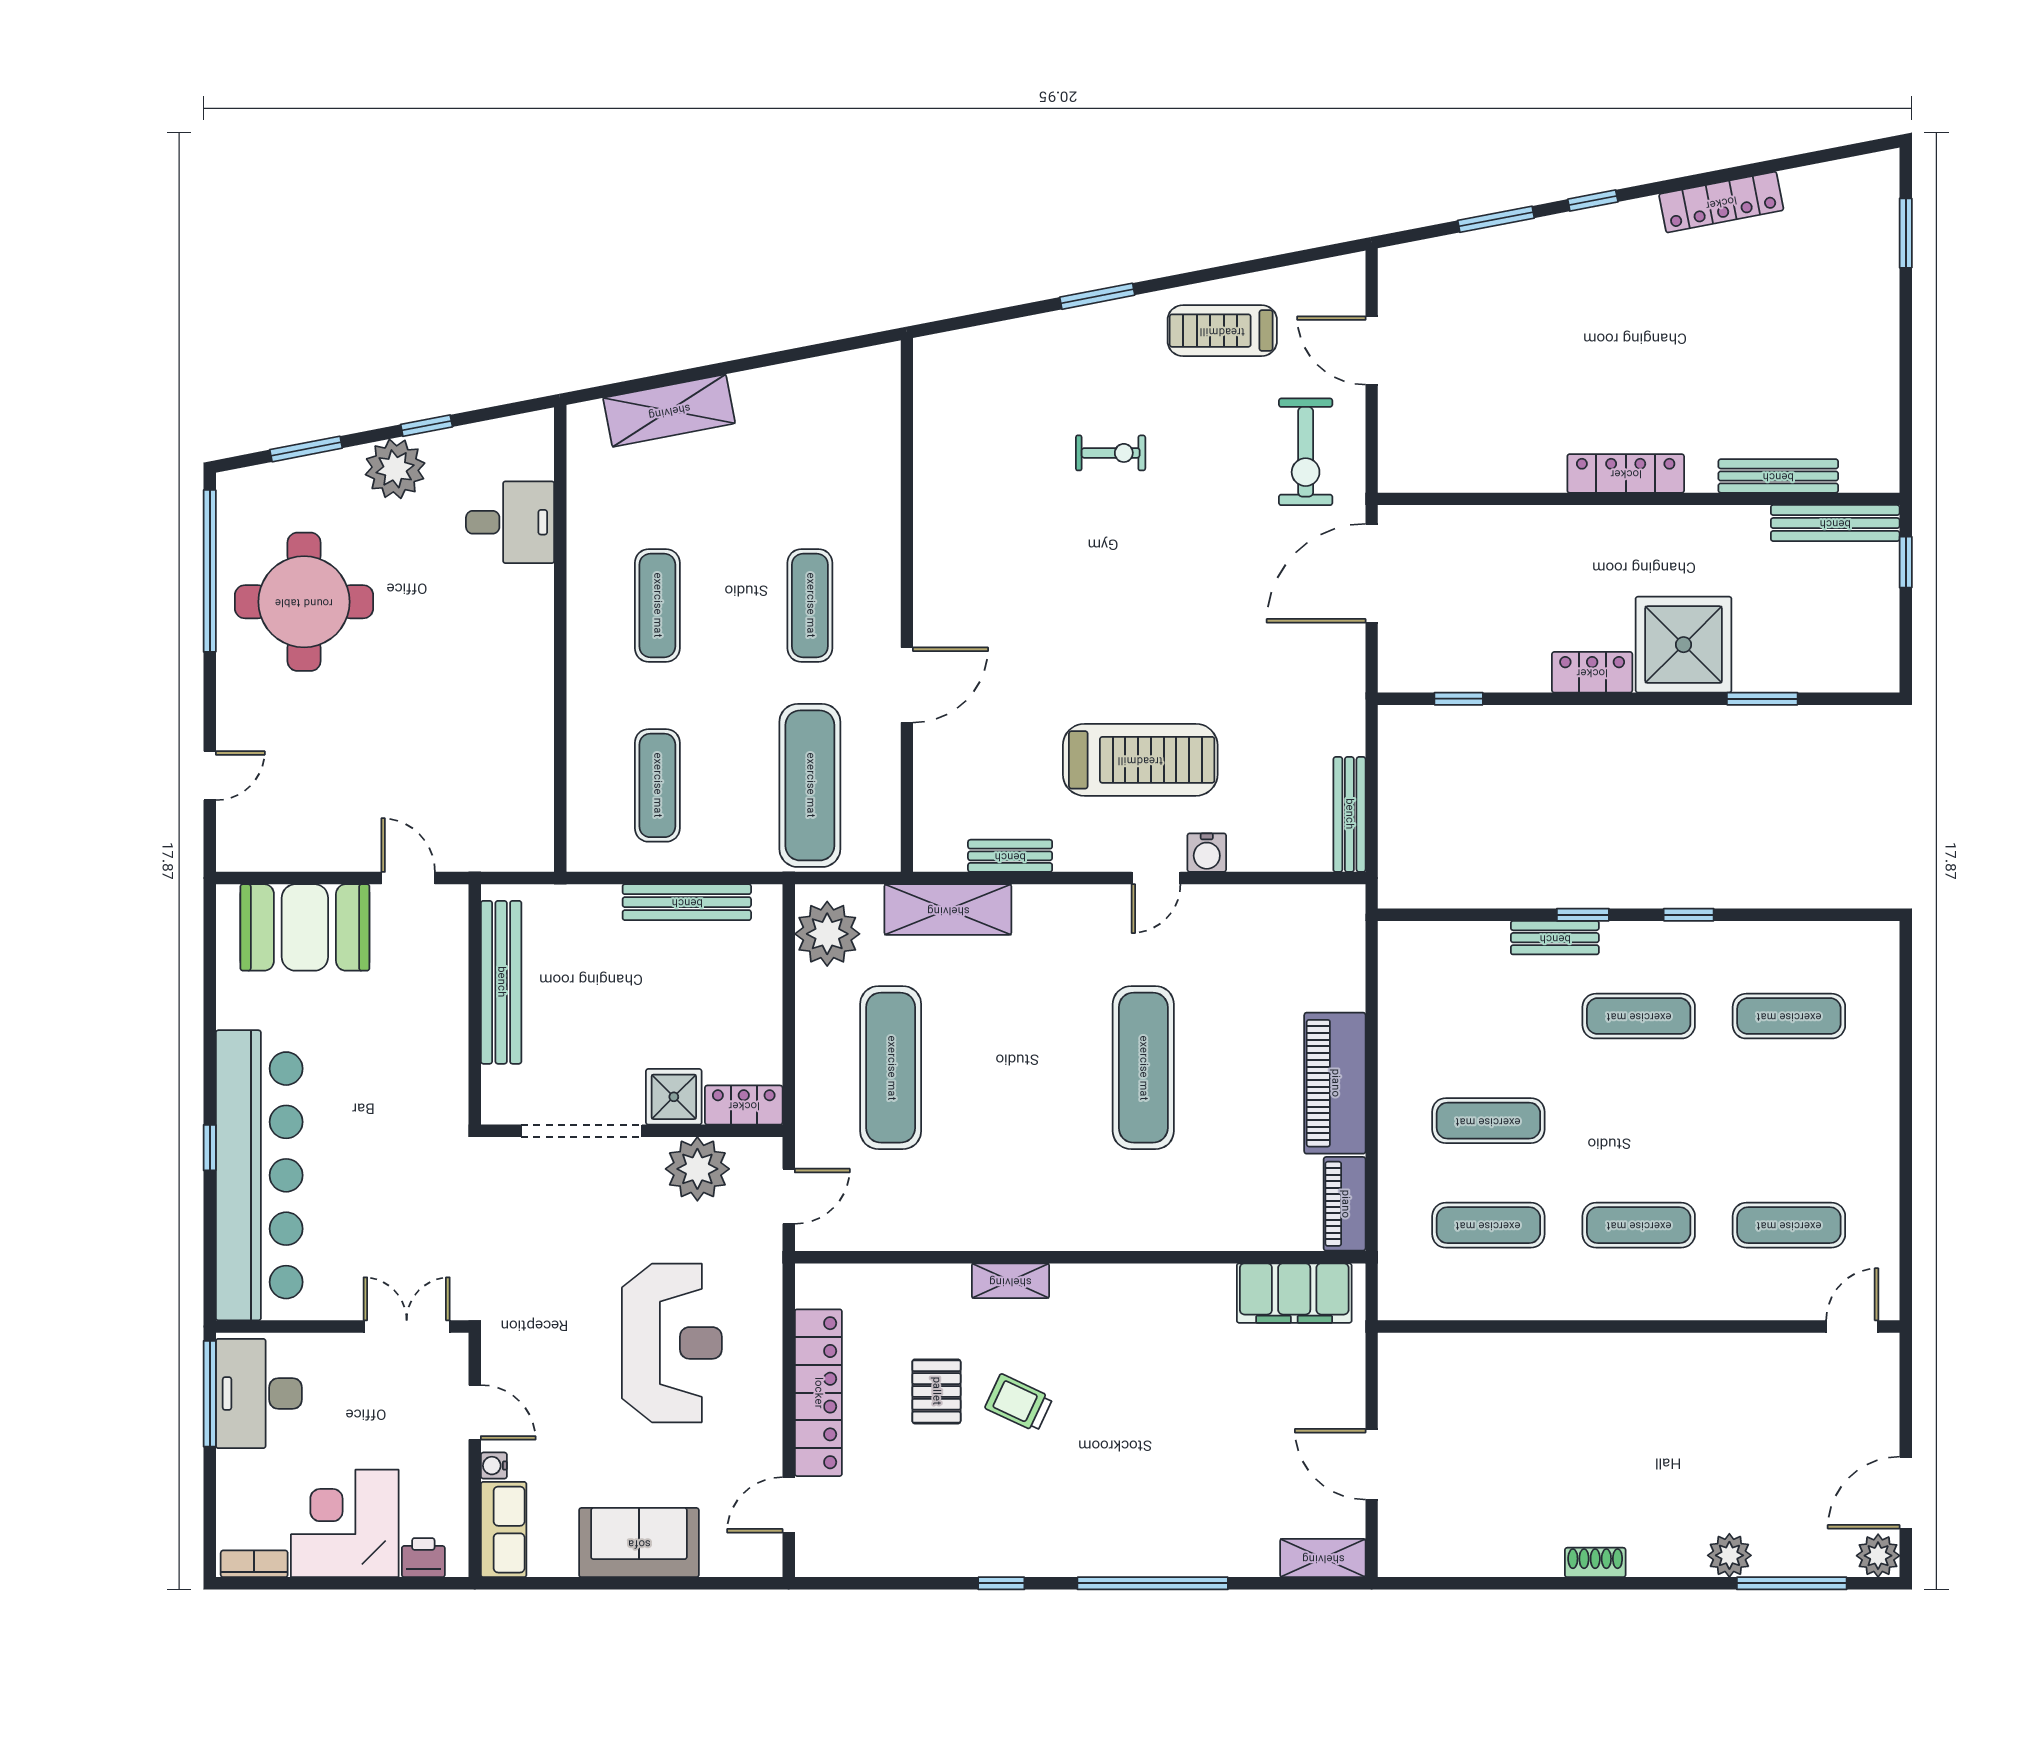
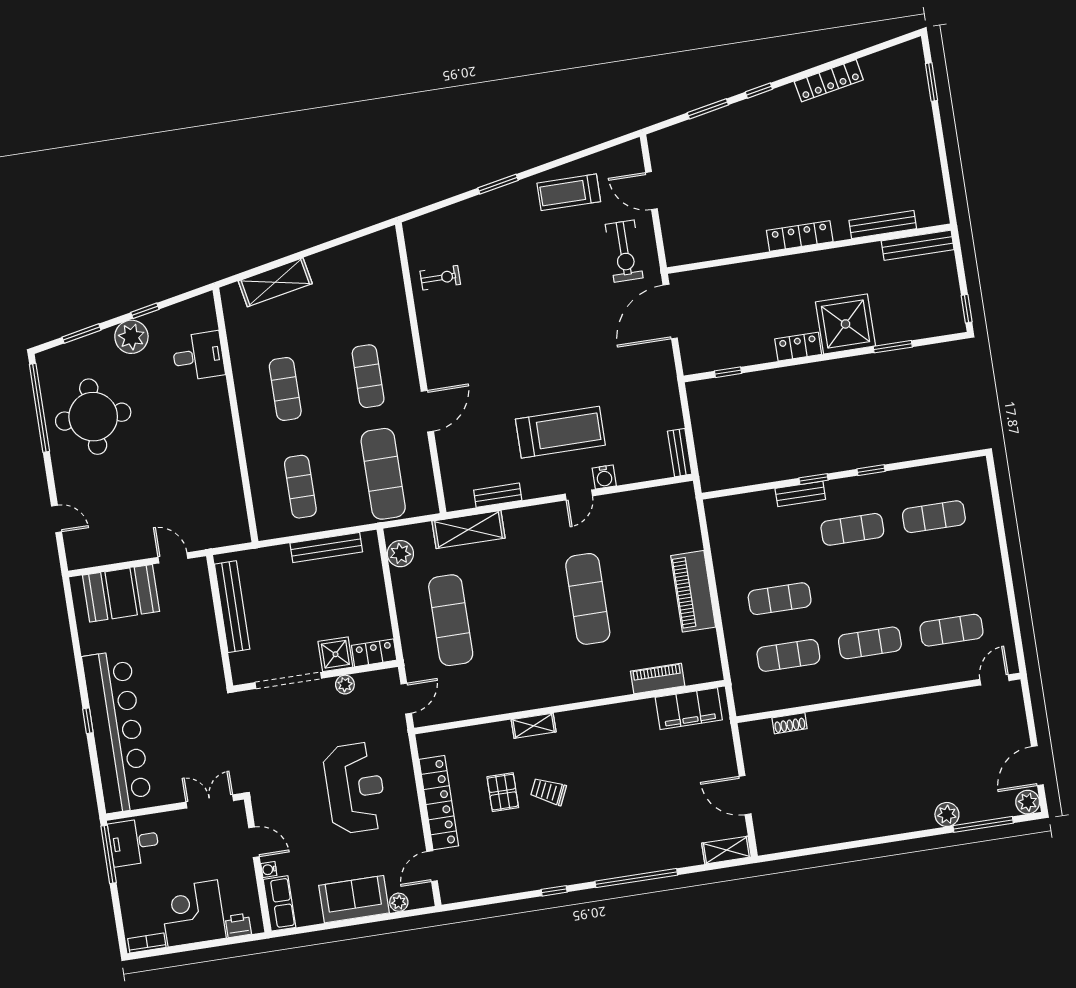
exercise bike: (1111, 453) -> (440, 278), moved
window: (1906, 562) -> (967, 309), moved
door: (210, 776) -> (57, 519), hinge flipped
bench: (1349, 814) -> (680, 453), width x0.73
plant: (827, 934) -> (400, 554), width x0.73, depth x0.73
plant: (697, 1169) -> (345, 685), width x0.53, depth x0.53
piano: (1345, 1204) -> (658, 678), moved, turned 90
desk: (259, 1394) -> (134, 842), width x0.73
plant: (719, 1561) -> (399, 902), added
shoe rack: (1595, 1562) -> (790, 723), moved, turned 180

